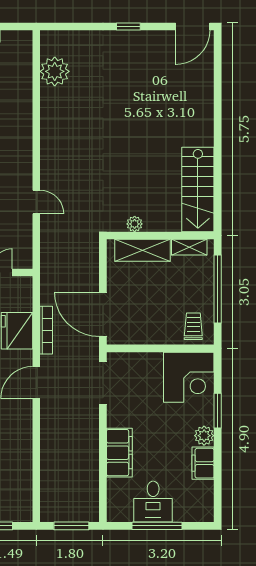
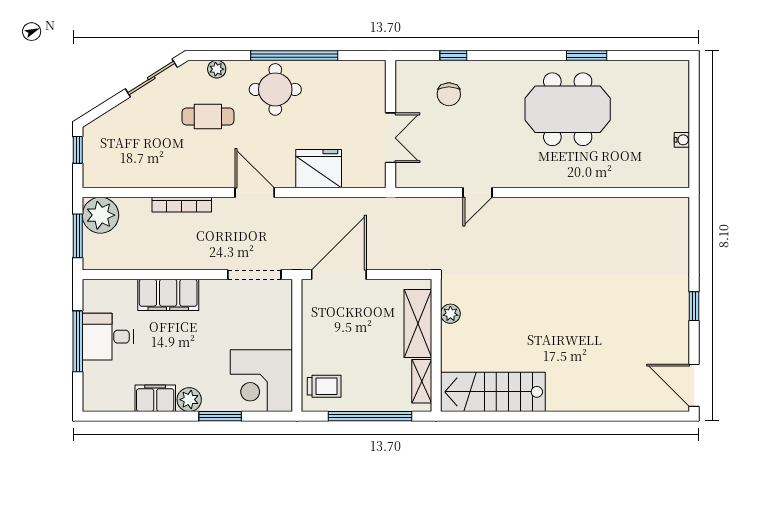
plant: (55, 71) -> (100, 215), moved
bookcase: (46, 330) -> (182, 205), moved

